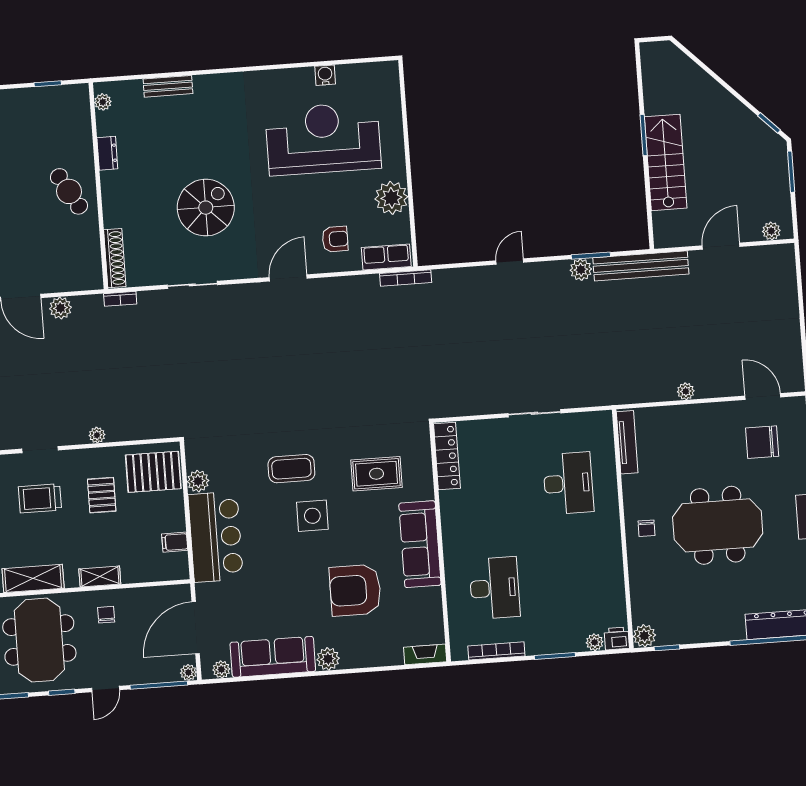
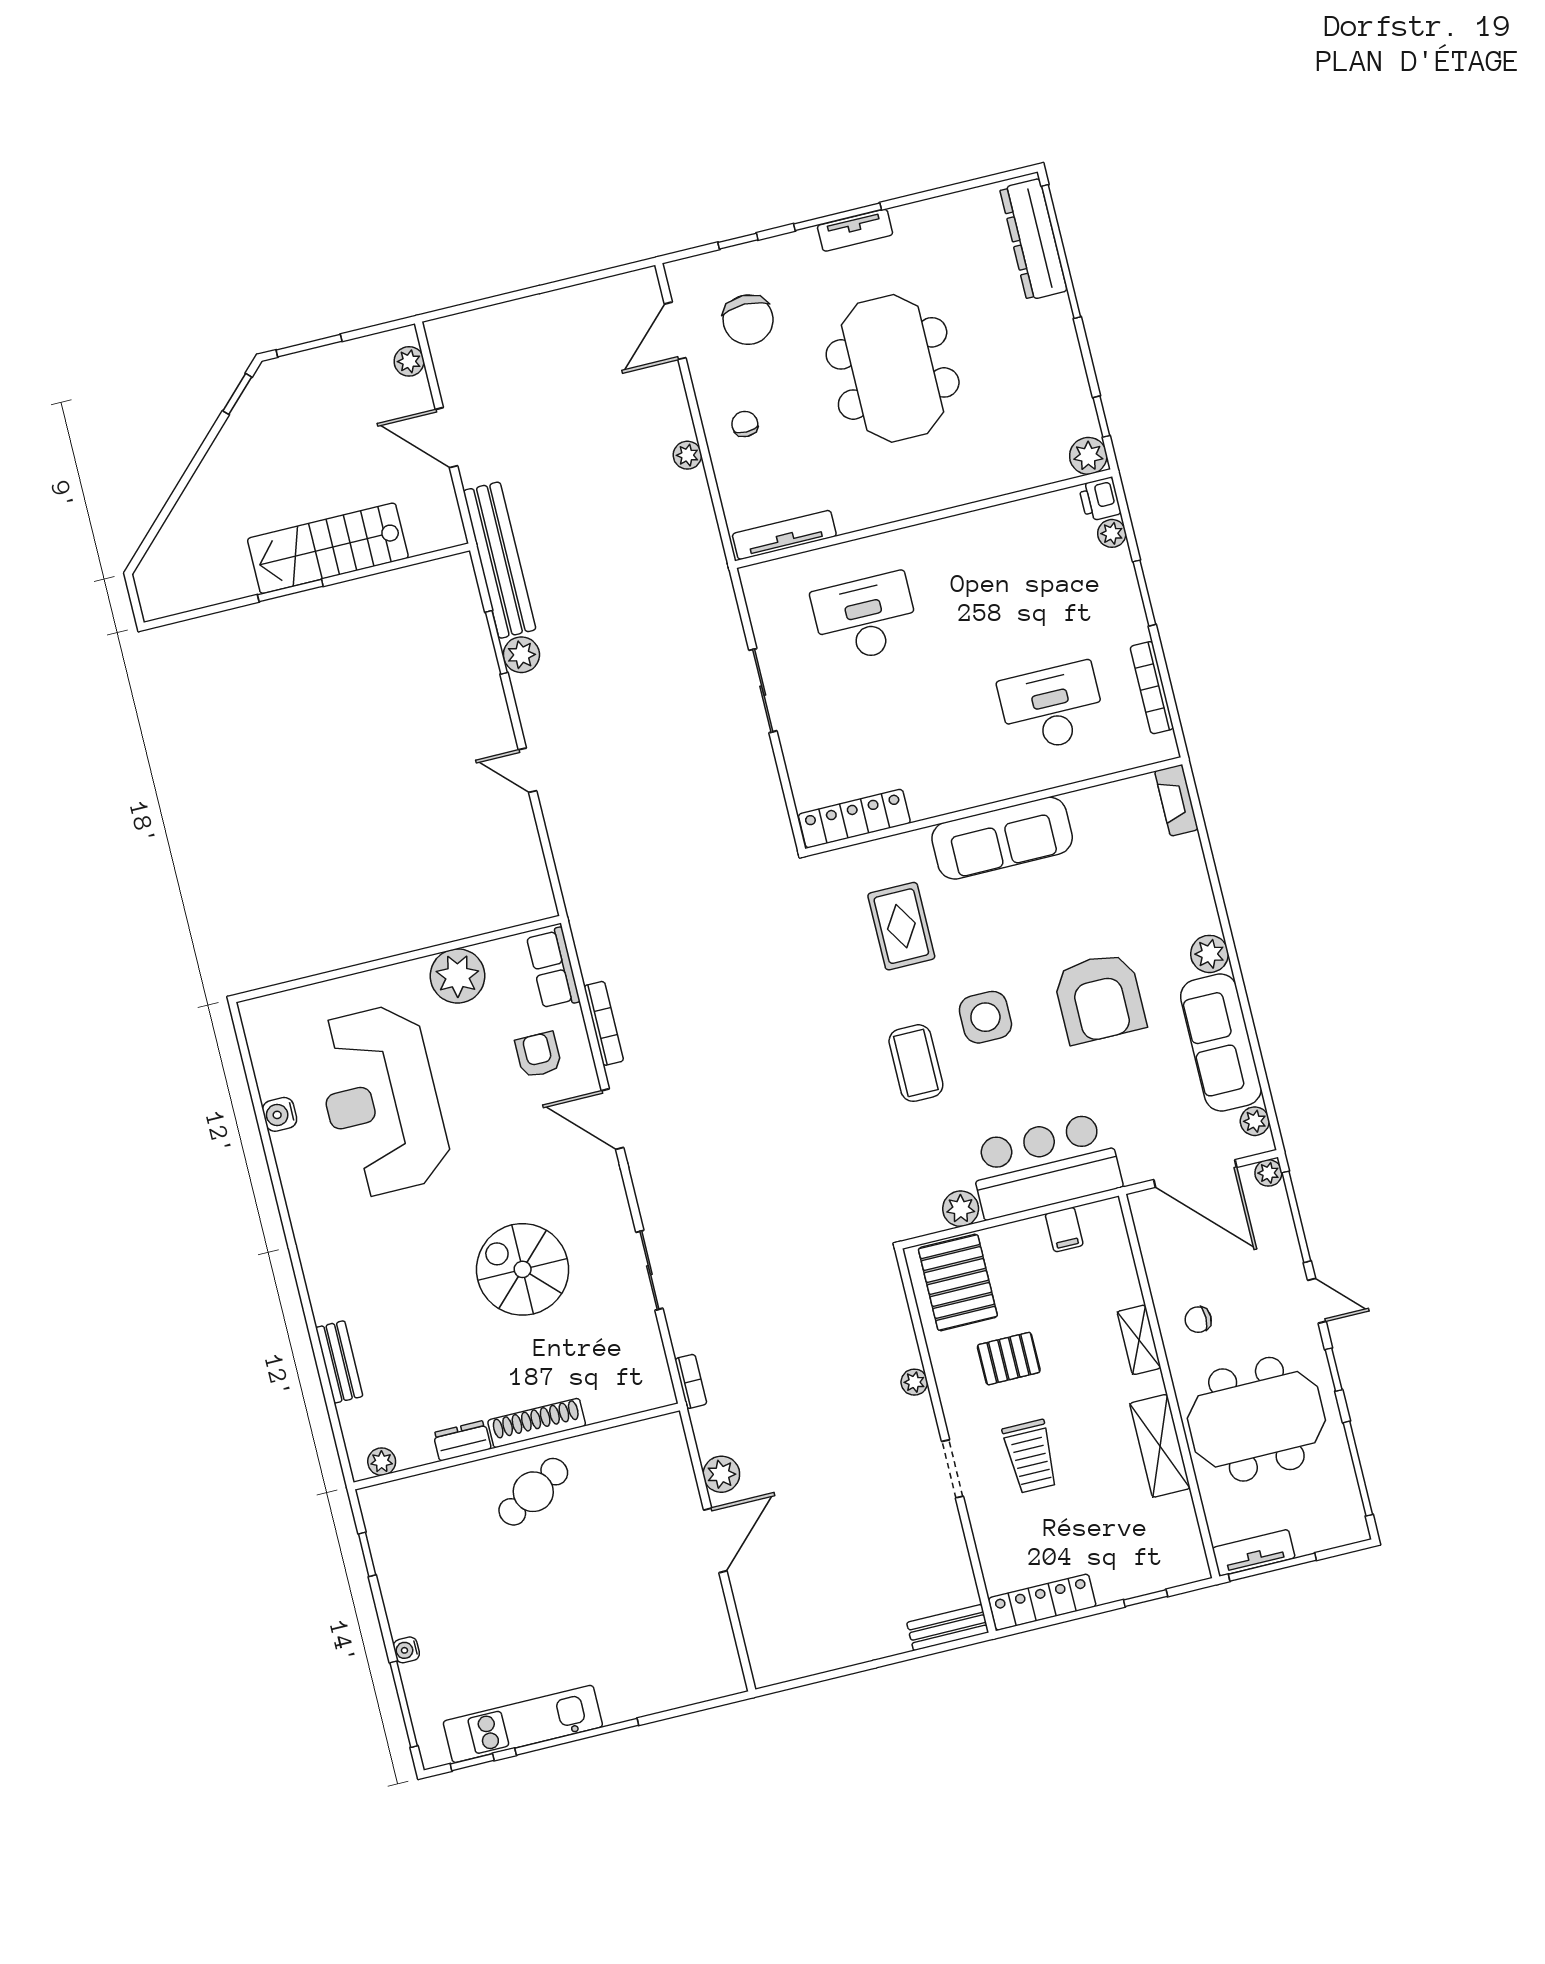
shoe rack: (115, 258) -> (537, 1423), moved
bookcase: (406, 278) -> (604, 1023), moved
chair: (647, 528) -> (745, 424), moved, turned -90
armchair: (355, 590) -> (1099, 998), moved

